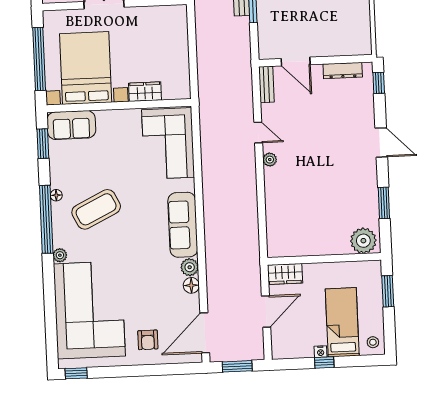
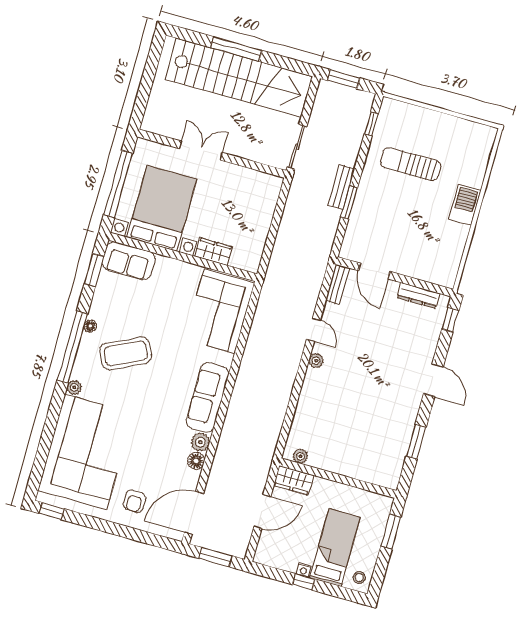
plant: (363, 241) -> (300, 456), moved, width x0.53, depth x0.53

